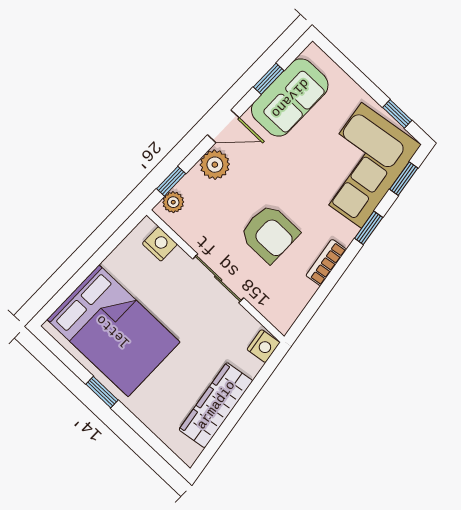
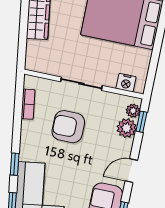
plant: (215, 165) -> (127, 128), moved
bookcase: (326, 262) -> (28, 104), moved
nightstand: (263, 346) -> (32, 61), removed

